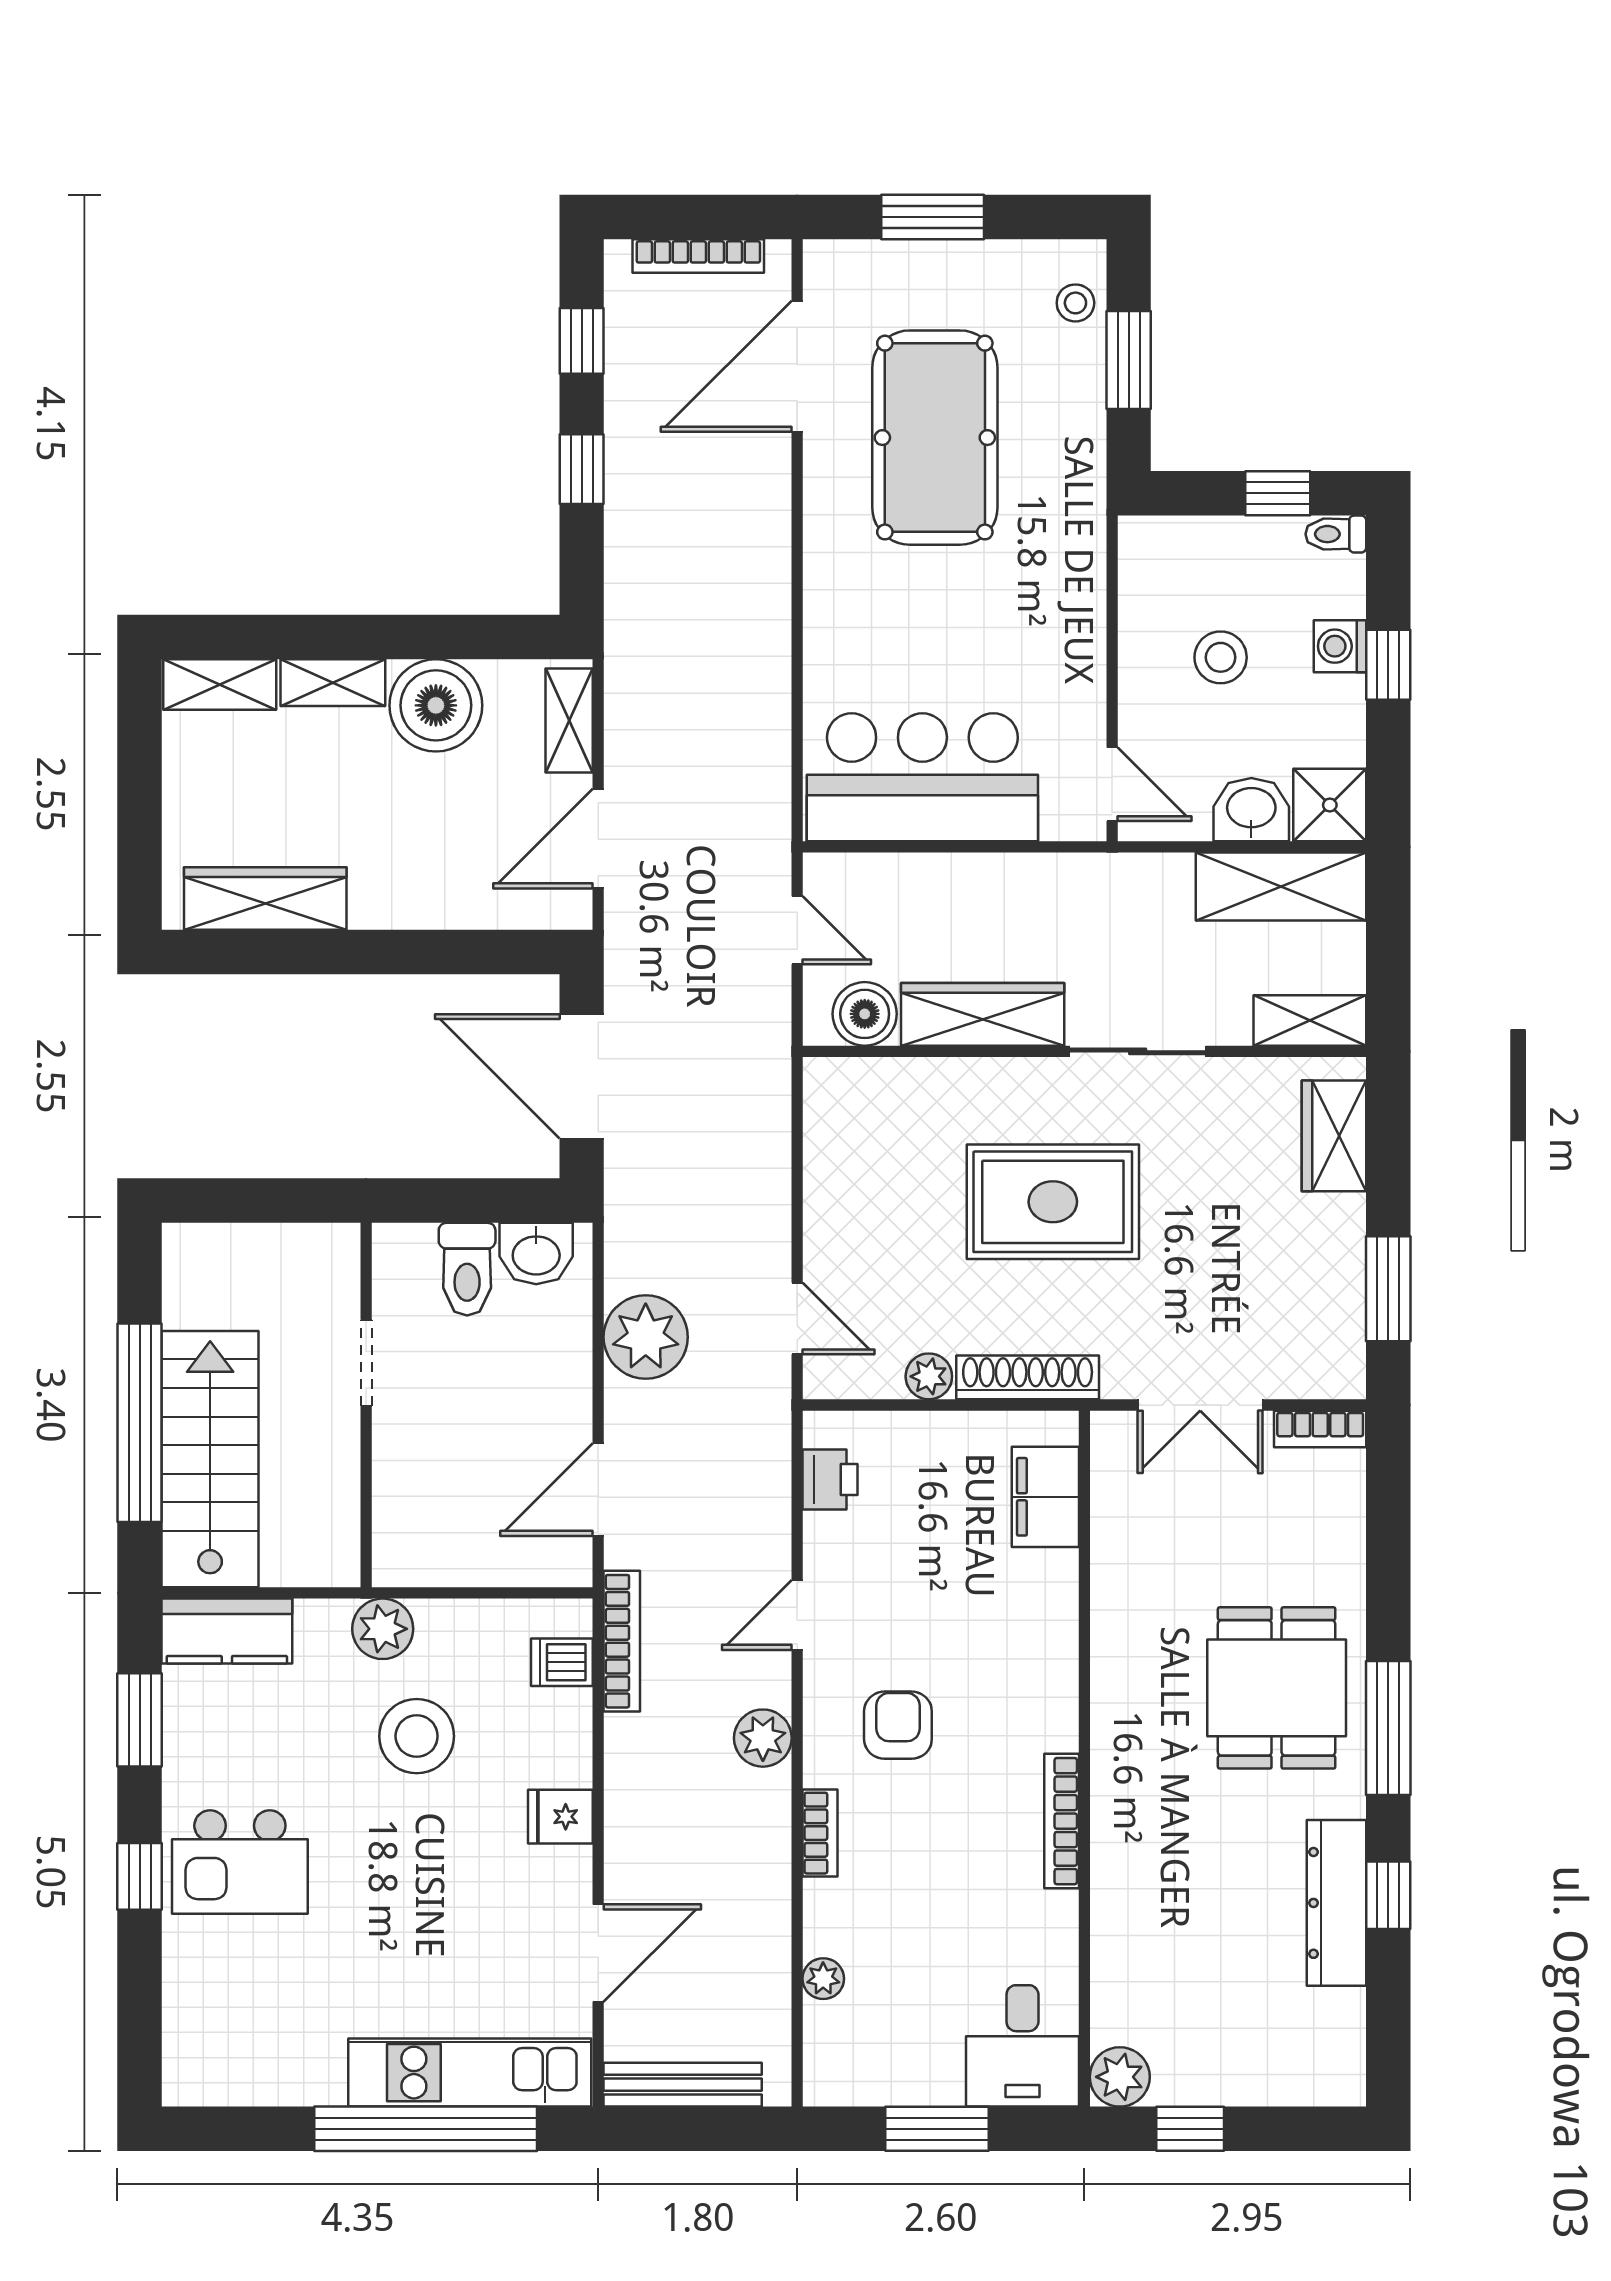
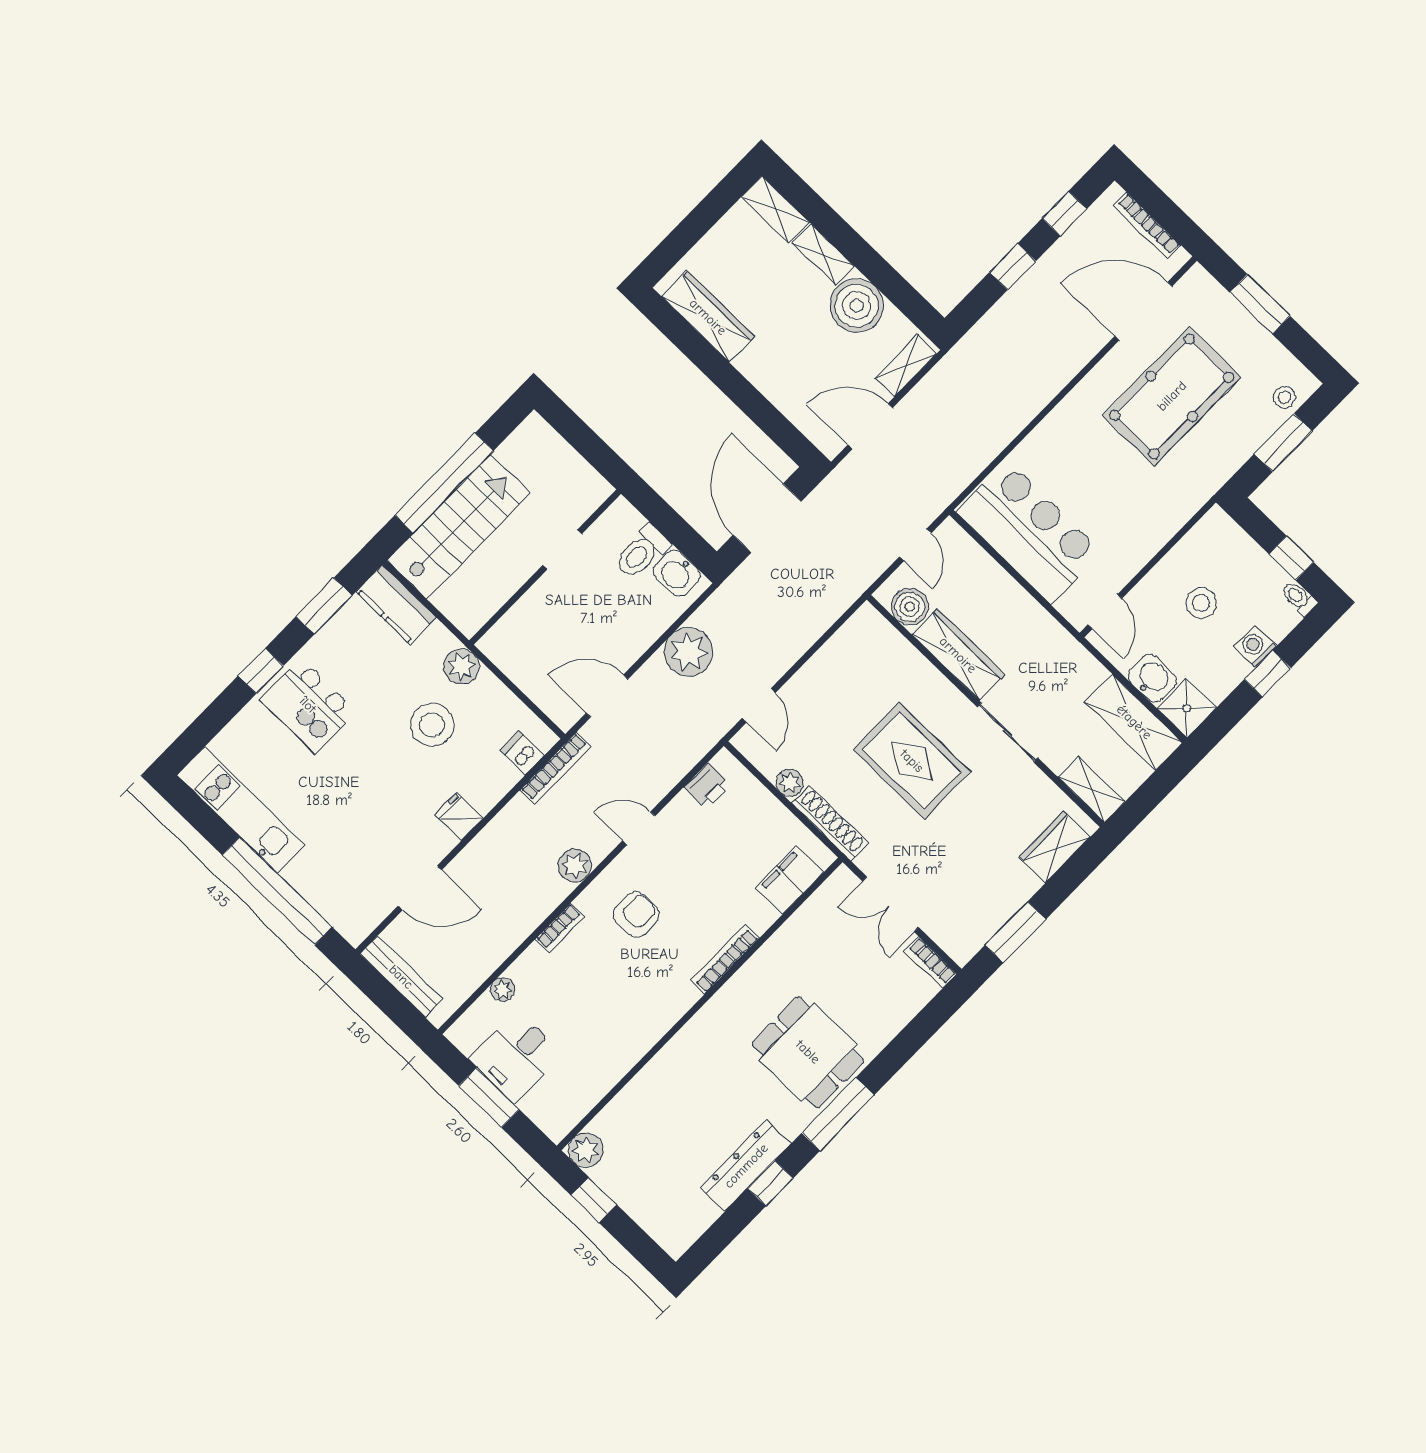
dining table: (1277, 1688) -> (808, 1052), turned 90
bookcase: (1062, 1821) -> (725, 959), moved
desk: (1022, 2046) -> (516, 1057), moved
kitchen unit: (470, 2073) -> (241, 810), moved

